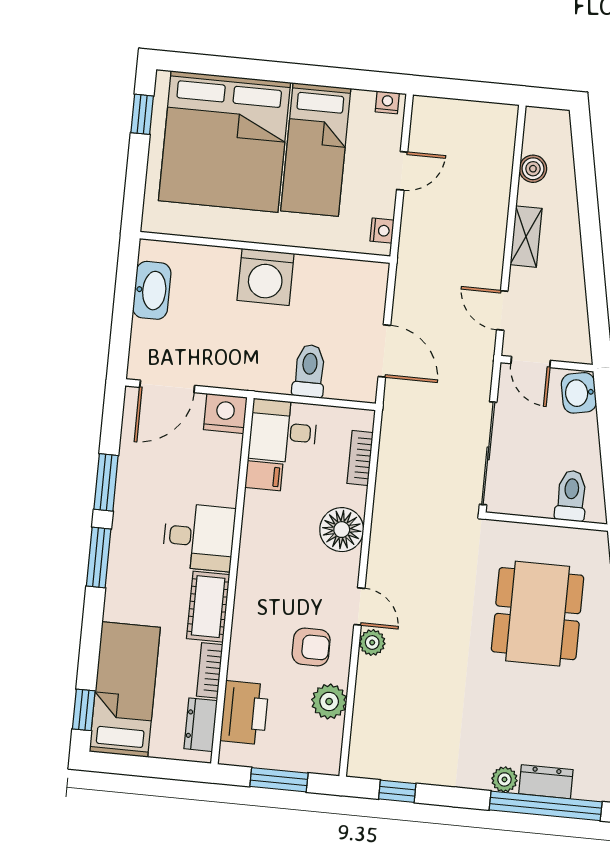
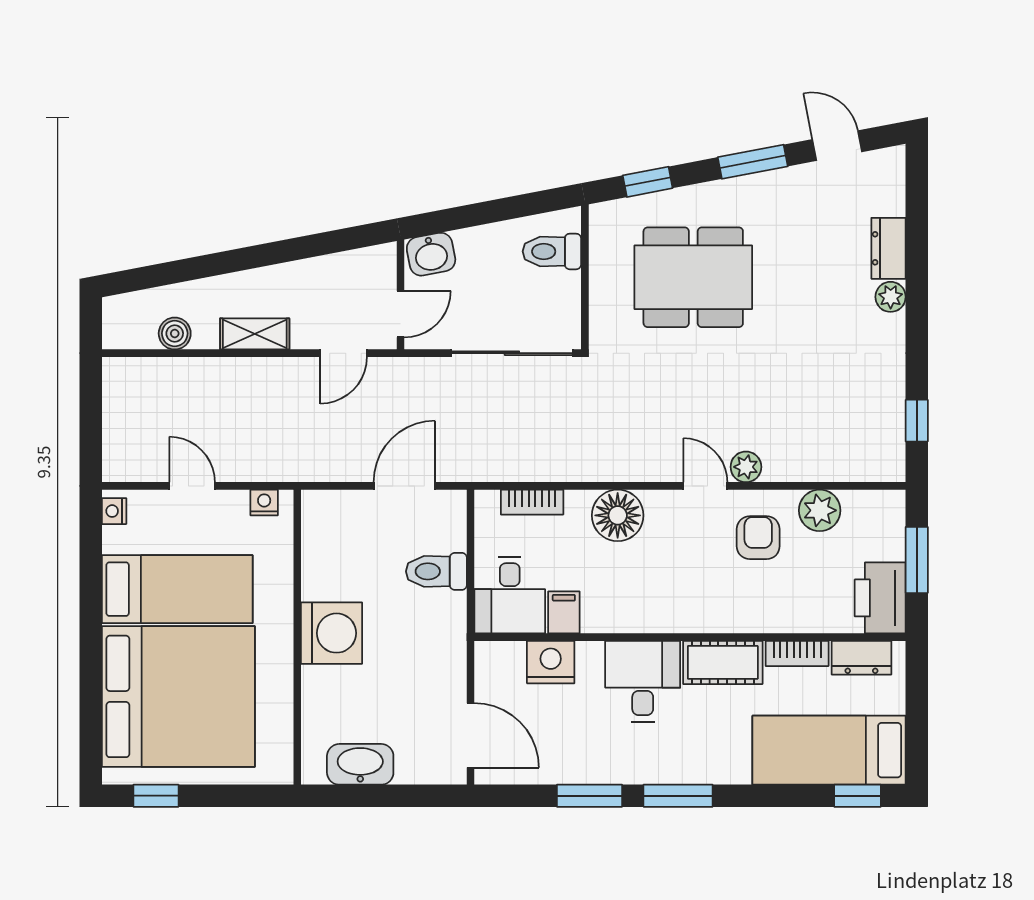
nightstand: (225, 413) -> (551, 662), moved, turned 90
door: (359, 606) -> (705, 486), hinge flipped
printer: (244, 713) -> (880, 598), moved, turned -90
window: (546, 806) -> (917, 246), removed

